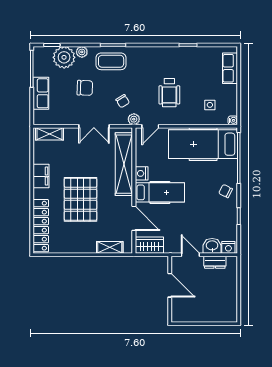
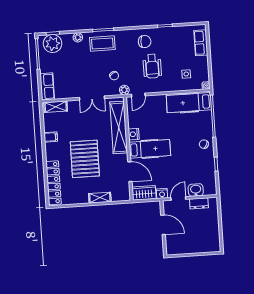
plant: (64, 57) -> (53, 44), moved
chair: (85, 88) -> (145, 42), moved
row of seats: (41, 93) -> (47, 86), moved
hospital bed: (203, 144) -> (189, 103), width x0.73, depth x0.78
filing cabinet: (41, 176) -> (51, 137), width x0.50
shelving: (110, 247) -> (100, 198), moved
nightstand: (228, 247) -> (162, 193), moved
door: (190, 255) -> (178, 198), hinge flipped

